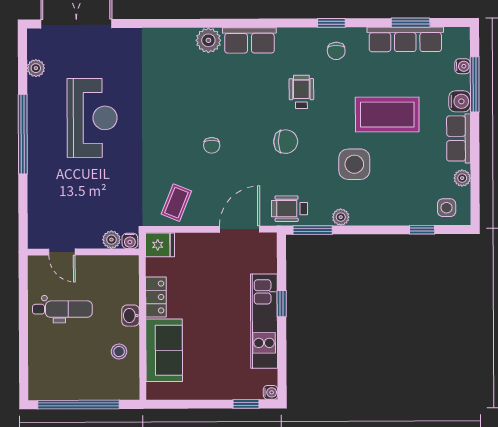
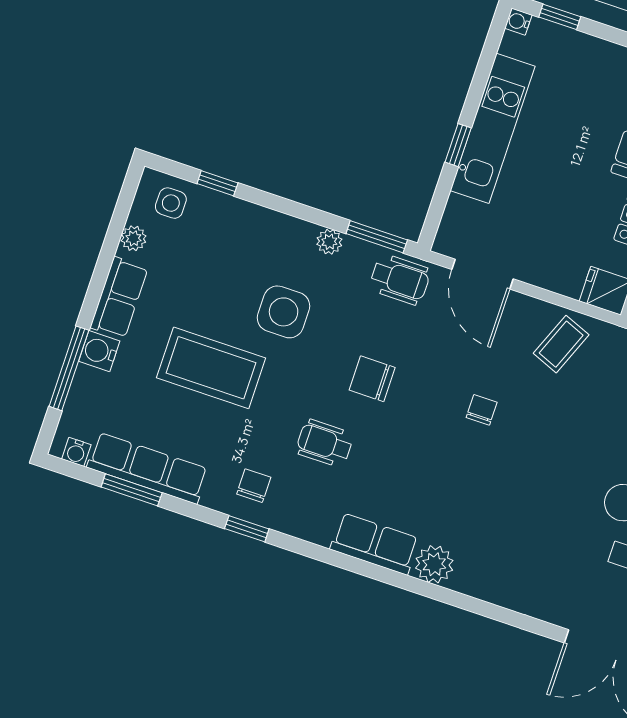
water cooler: (463, 66) -> (76, 452), moved, turned -90
wheelchair: (301, 92) -> (325, 443), turned 90
door: (240, 229) -> (482, 274), hinge flipped

